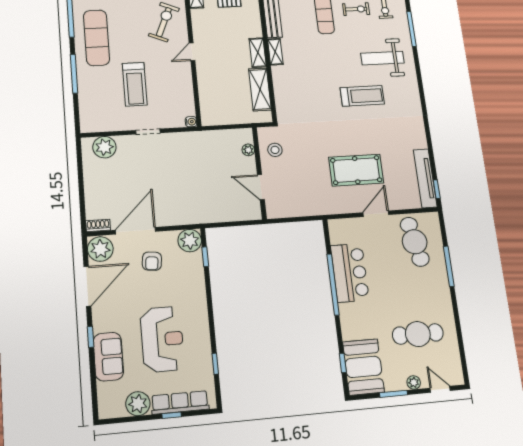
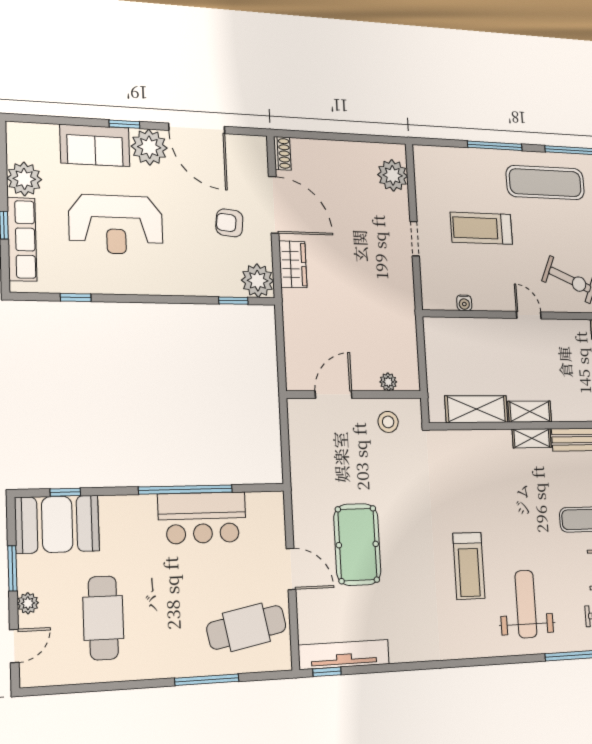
water cooler: (191, 122) -> (464, 303), moved
wardrobe: (176, 216) -> (293, 264), added
plant: (100, 249) -> (149, 147), moved

